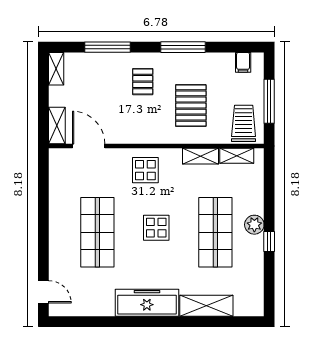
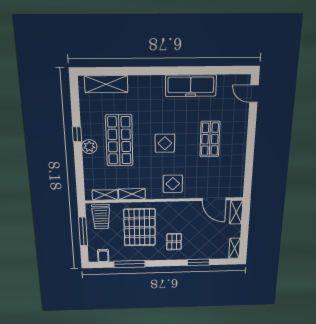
window: (107, 47) -> (198, 262), width x0.69
window: (183, 47) -> (129, 264), moved
pallet: (191, 106) -> (140, 227), width x1.37, depth x1.41
shop shelf: (97, 232) -> (210, 139), width x0.70, depth x0.74
freezer: (147, 303) -> (191, 86), moved
shelving: (206, 306) -> (106, 84), moved

